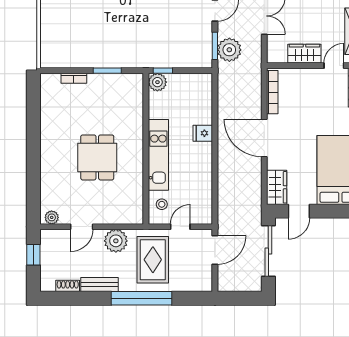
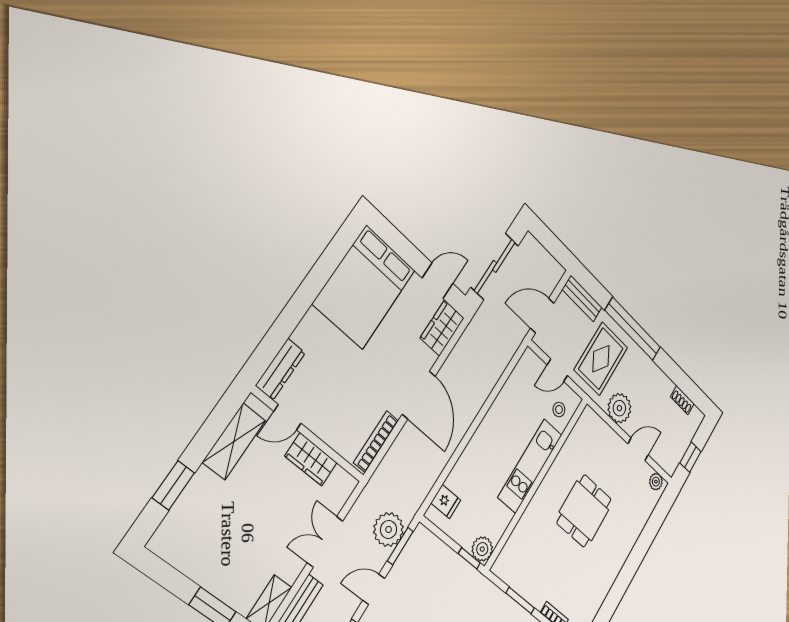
fridge: (203, 133) -> (446, 502), moved
bench: (99, 284) -> (582, 298), moved

